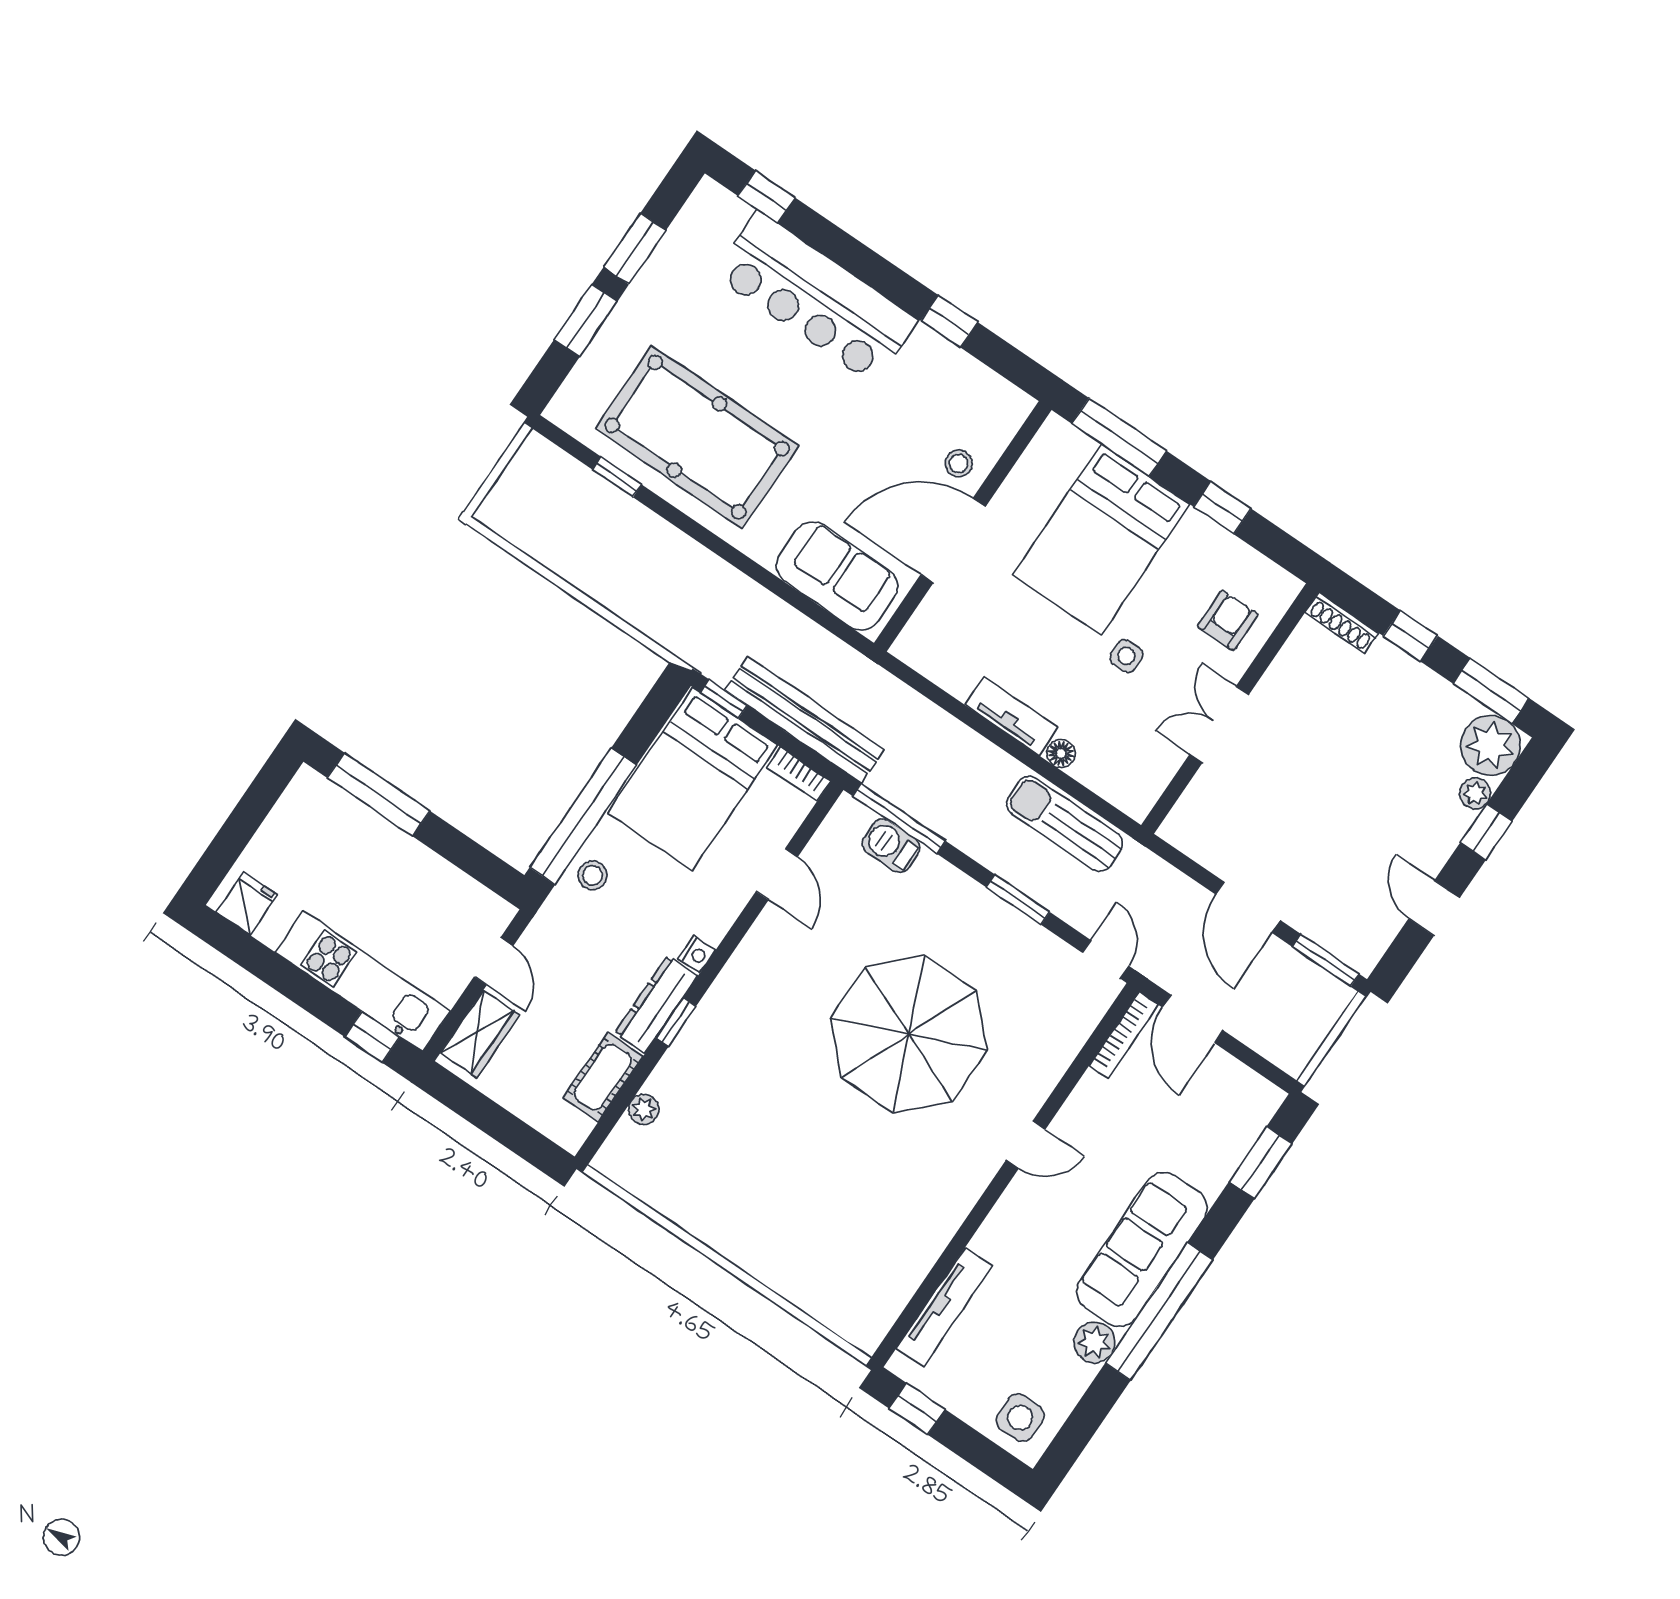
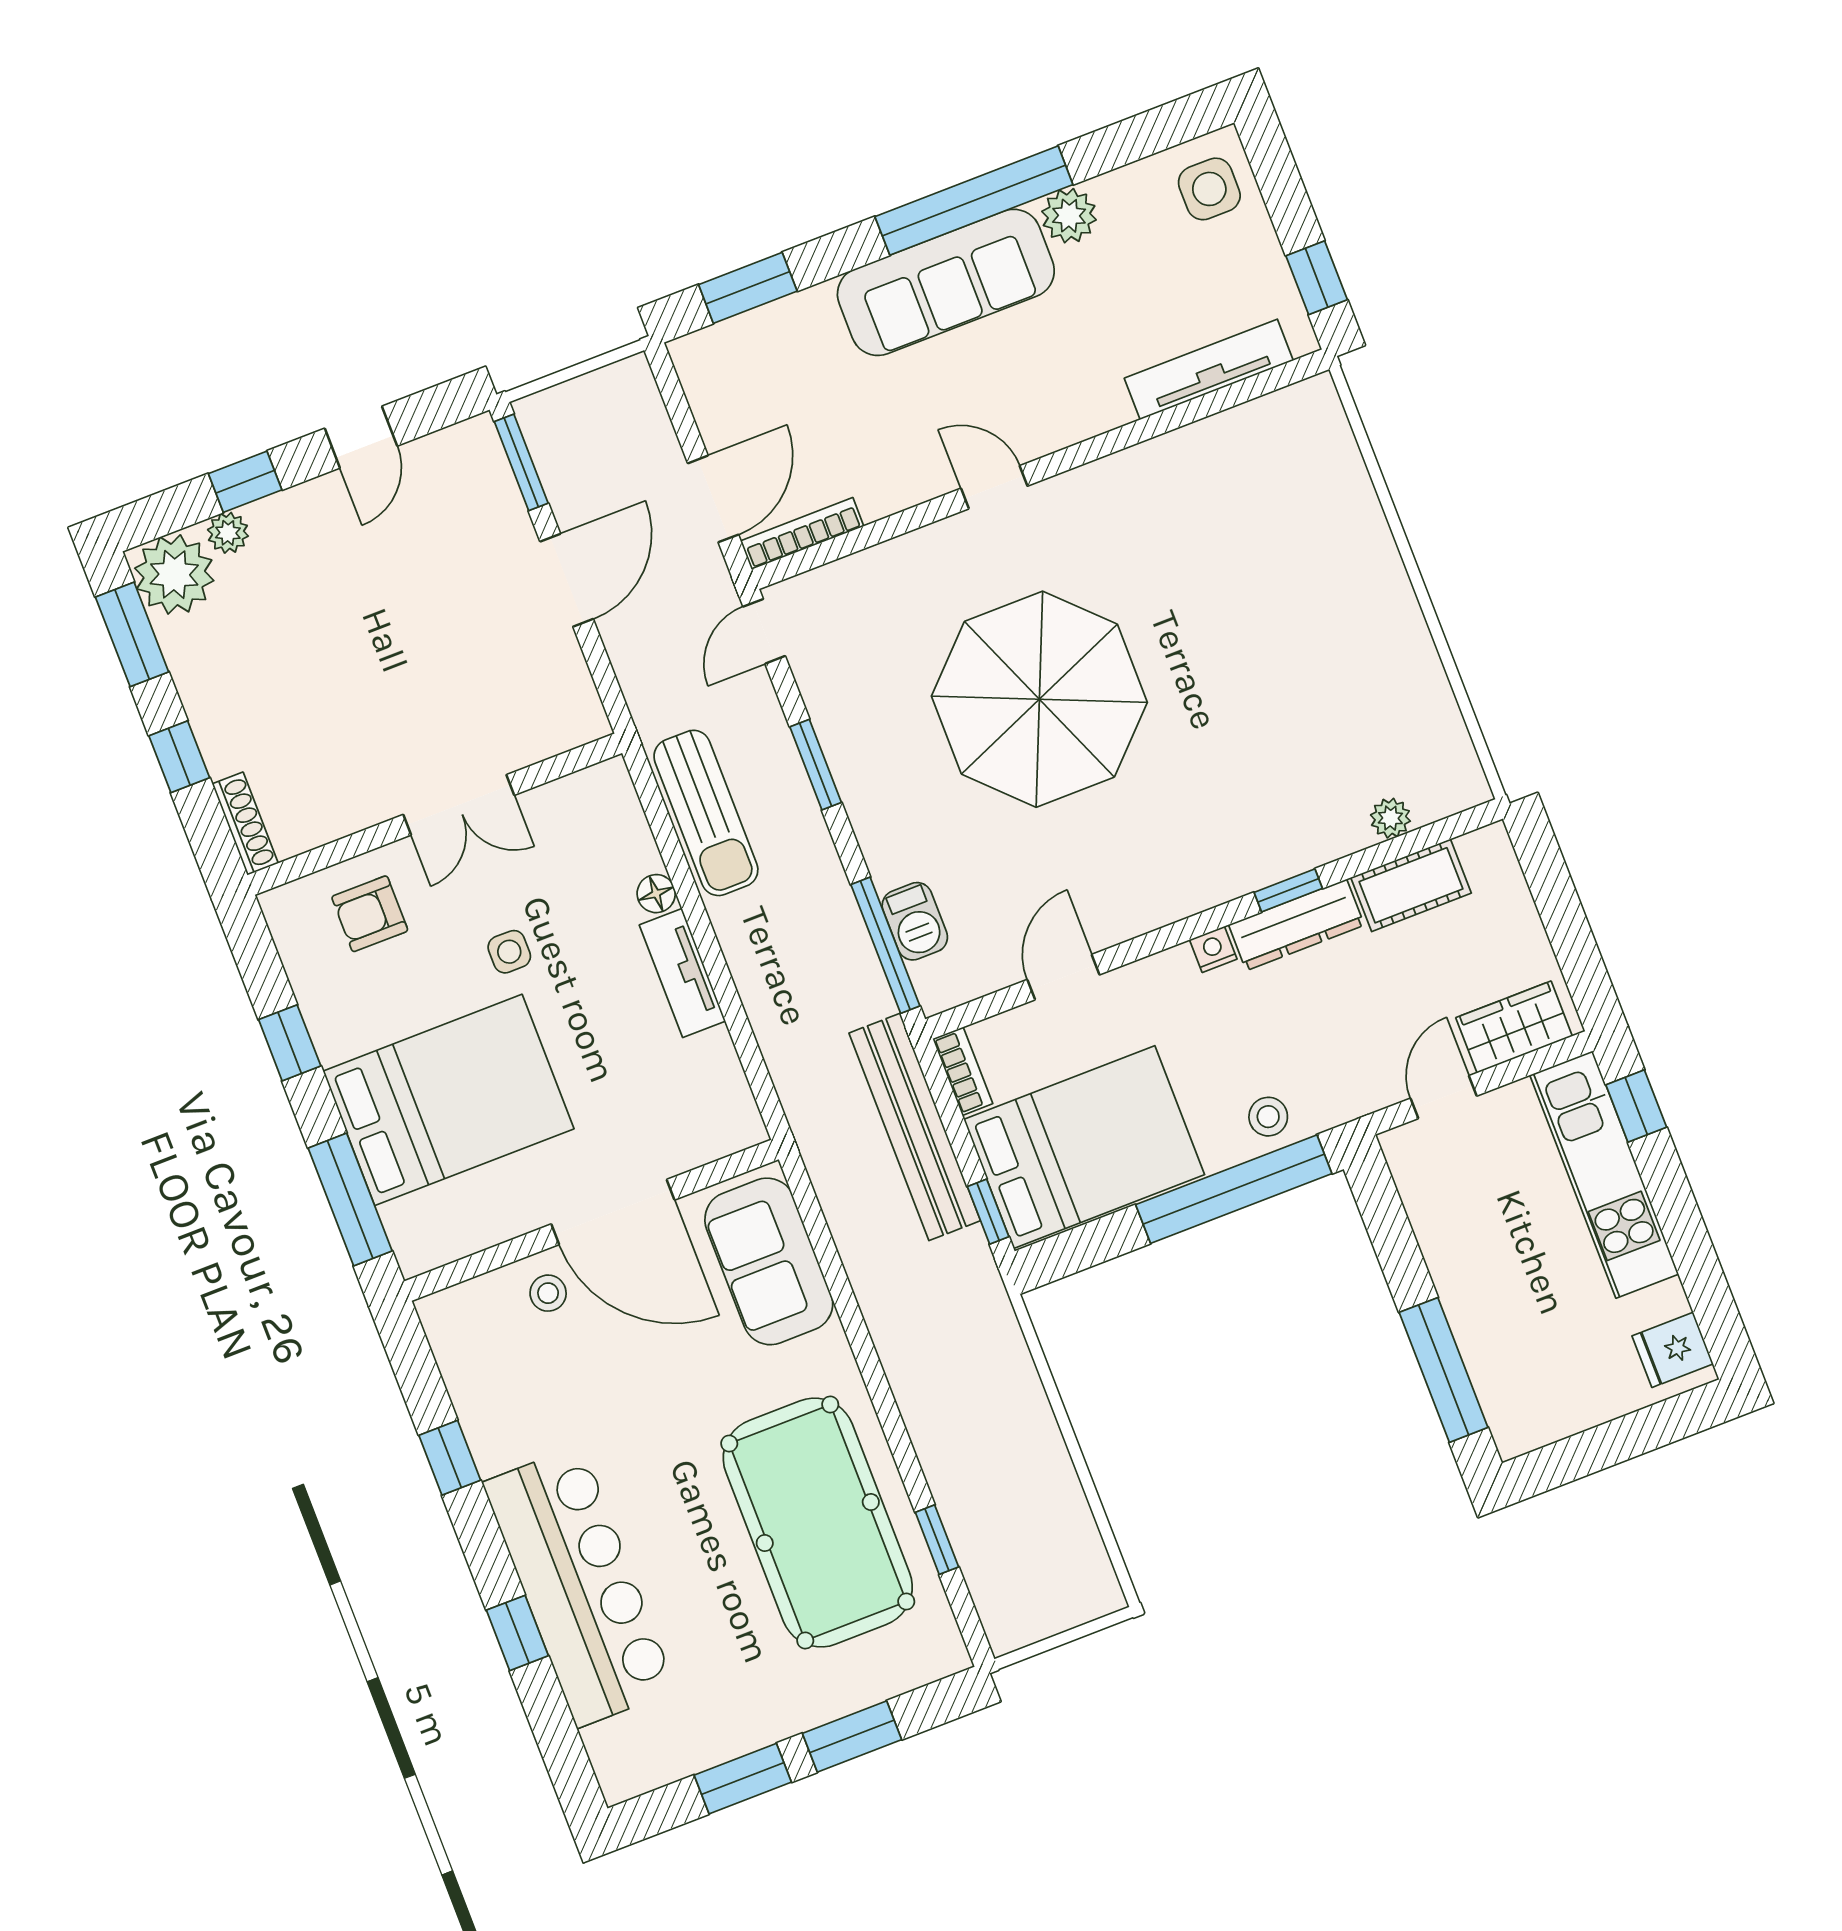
window: (767, 197) -> (517, 1633), moved

